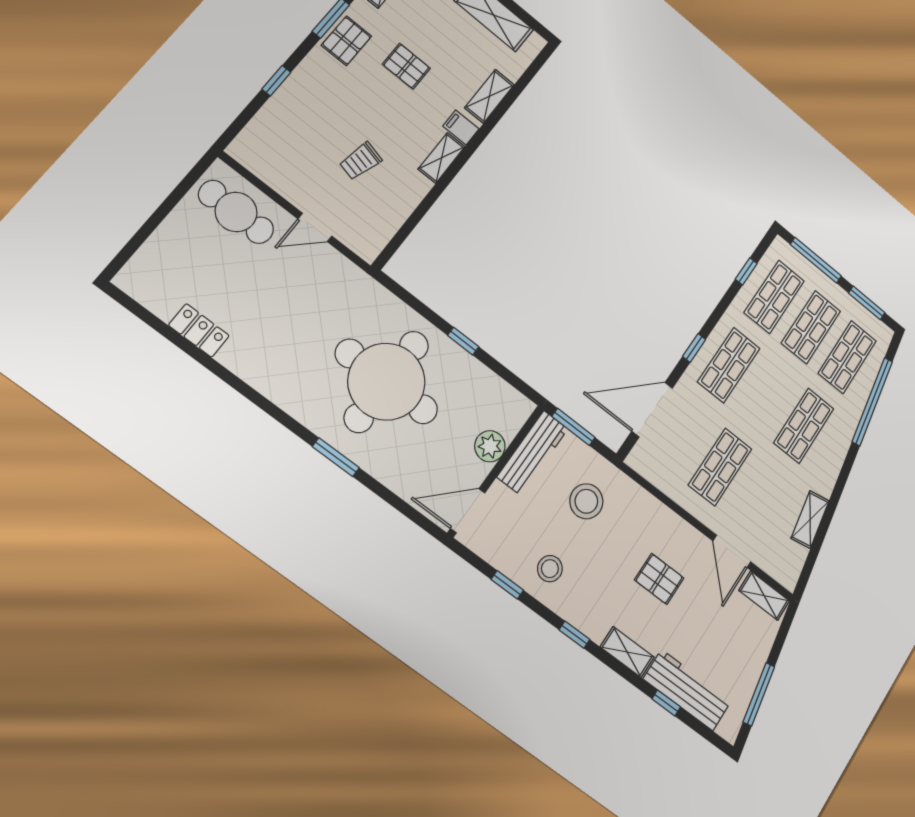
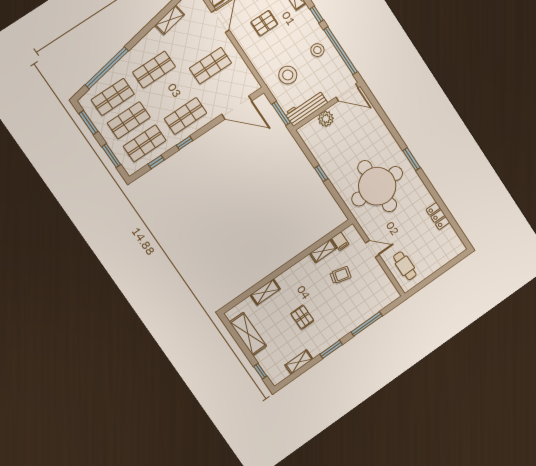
pallet: (346, 41) -> (327, 336), removed
window: (276, 81) -> (367, 324), width x2.17
filing cabinet: (461, 127) -> (340, 241), moved
shelving: (442, 158) -> (323, 251), moved
cafe table: (236, 212) -> (405, 266), width x0.73, depth x0.74
window: (816, 260) -> (111, 156), width x0.69
window: (694, 348) -> (185, 143), moved
round table: (387, 382) -> (377, 186), moved
window: (336, 457) -> (411, 159), moved
pallet: (659, 579) -> (264, 23), turned 90
window: (507, 585) -> (340, 51), width x3.17

